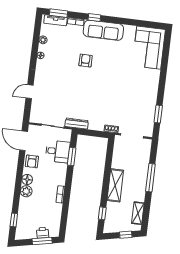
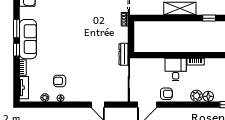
window: (59, 13) -> (17, 28), moved
armchair: (86, 61) -> (60, 81), moved
desk: (58, 151) -> (176, 70), moved
window: (72, 156) -> (157, 55), removed
floor lamp: (27, 179) -> (208, 96), moved

